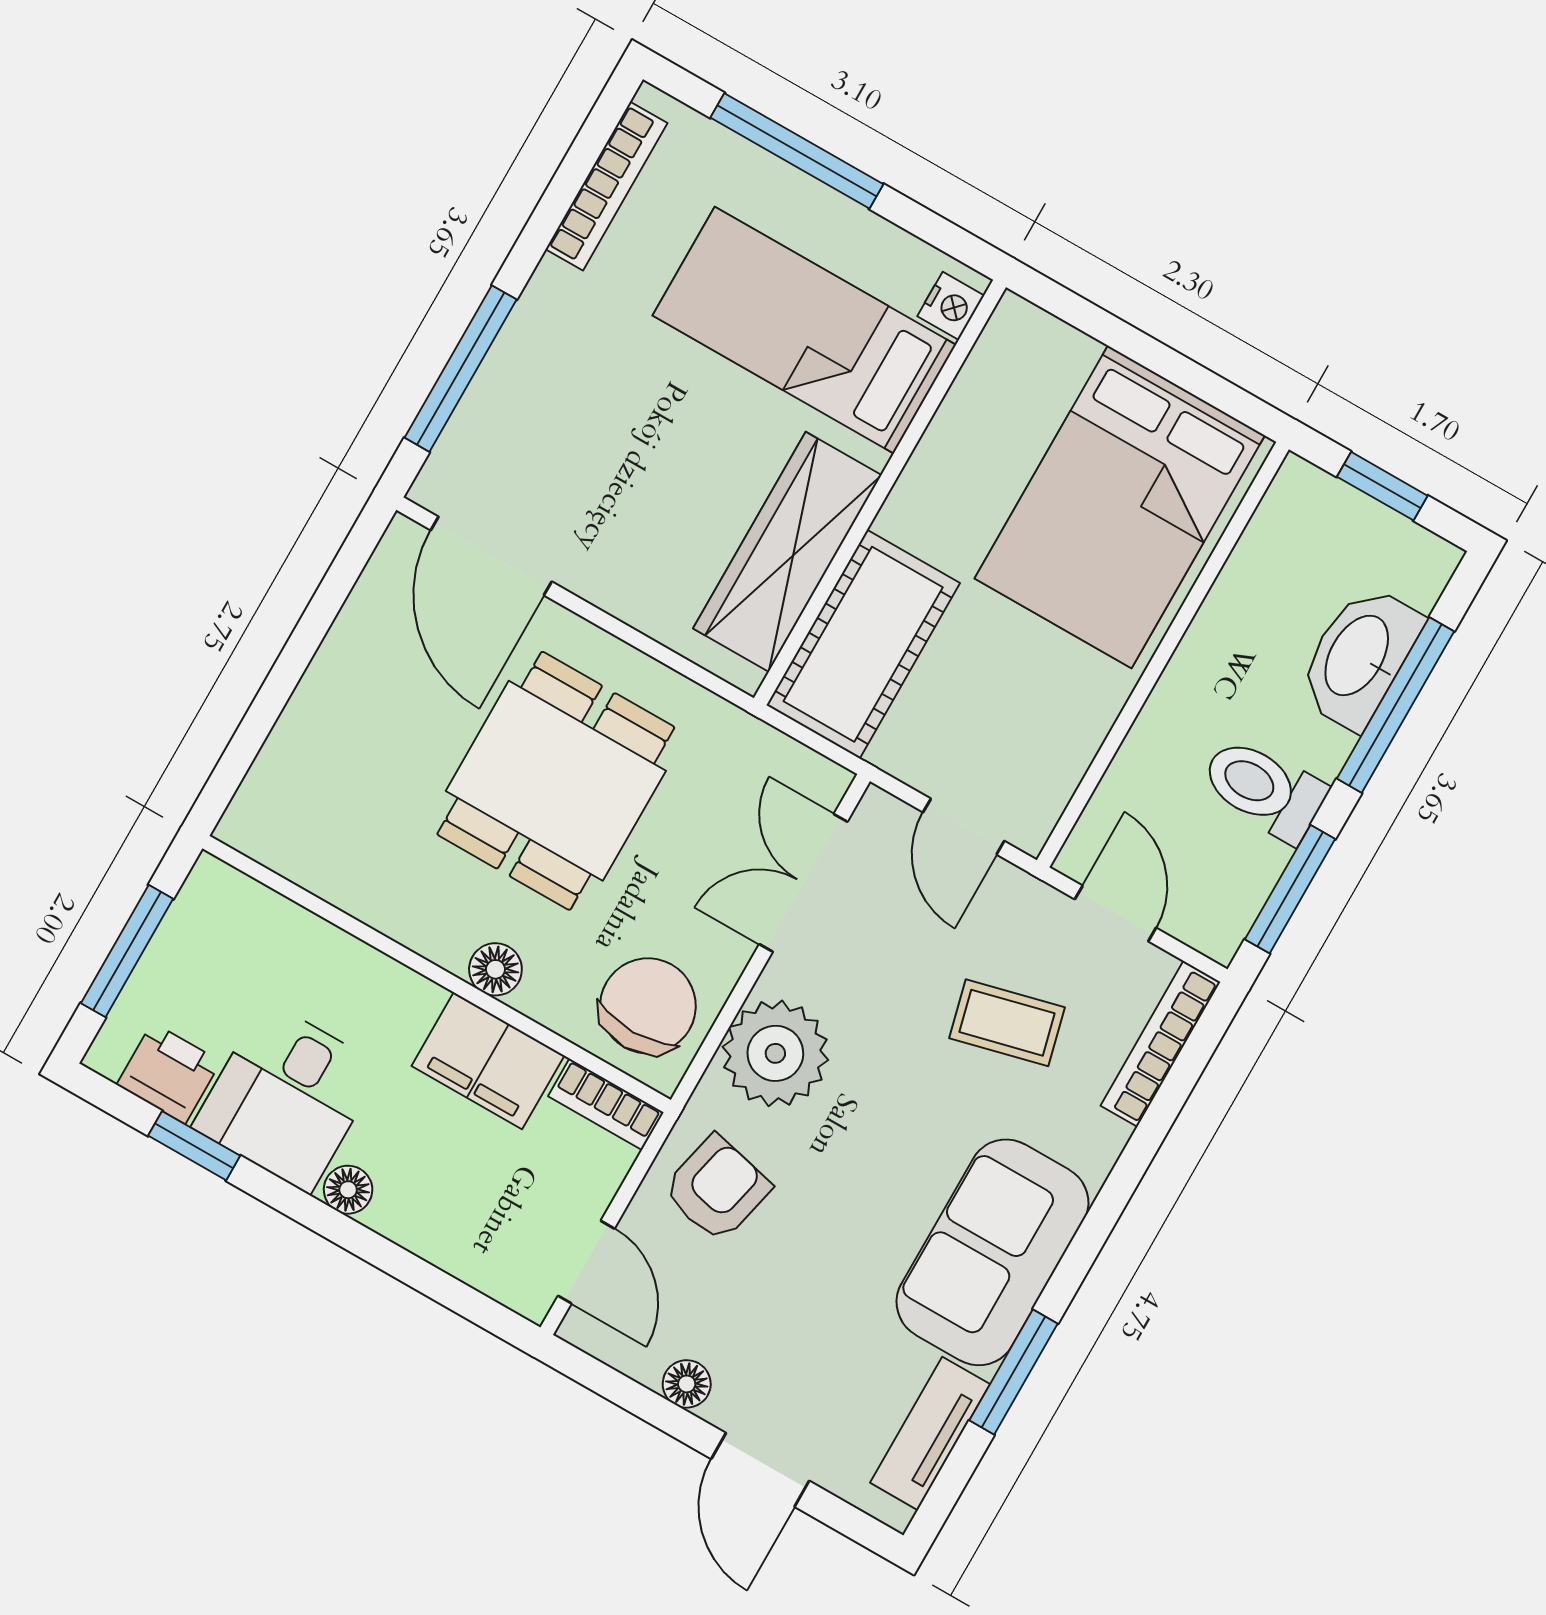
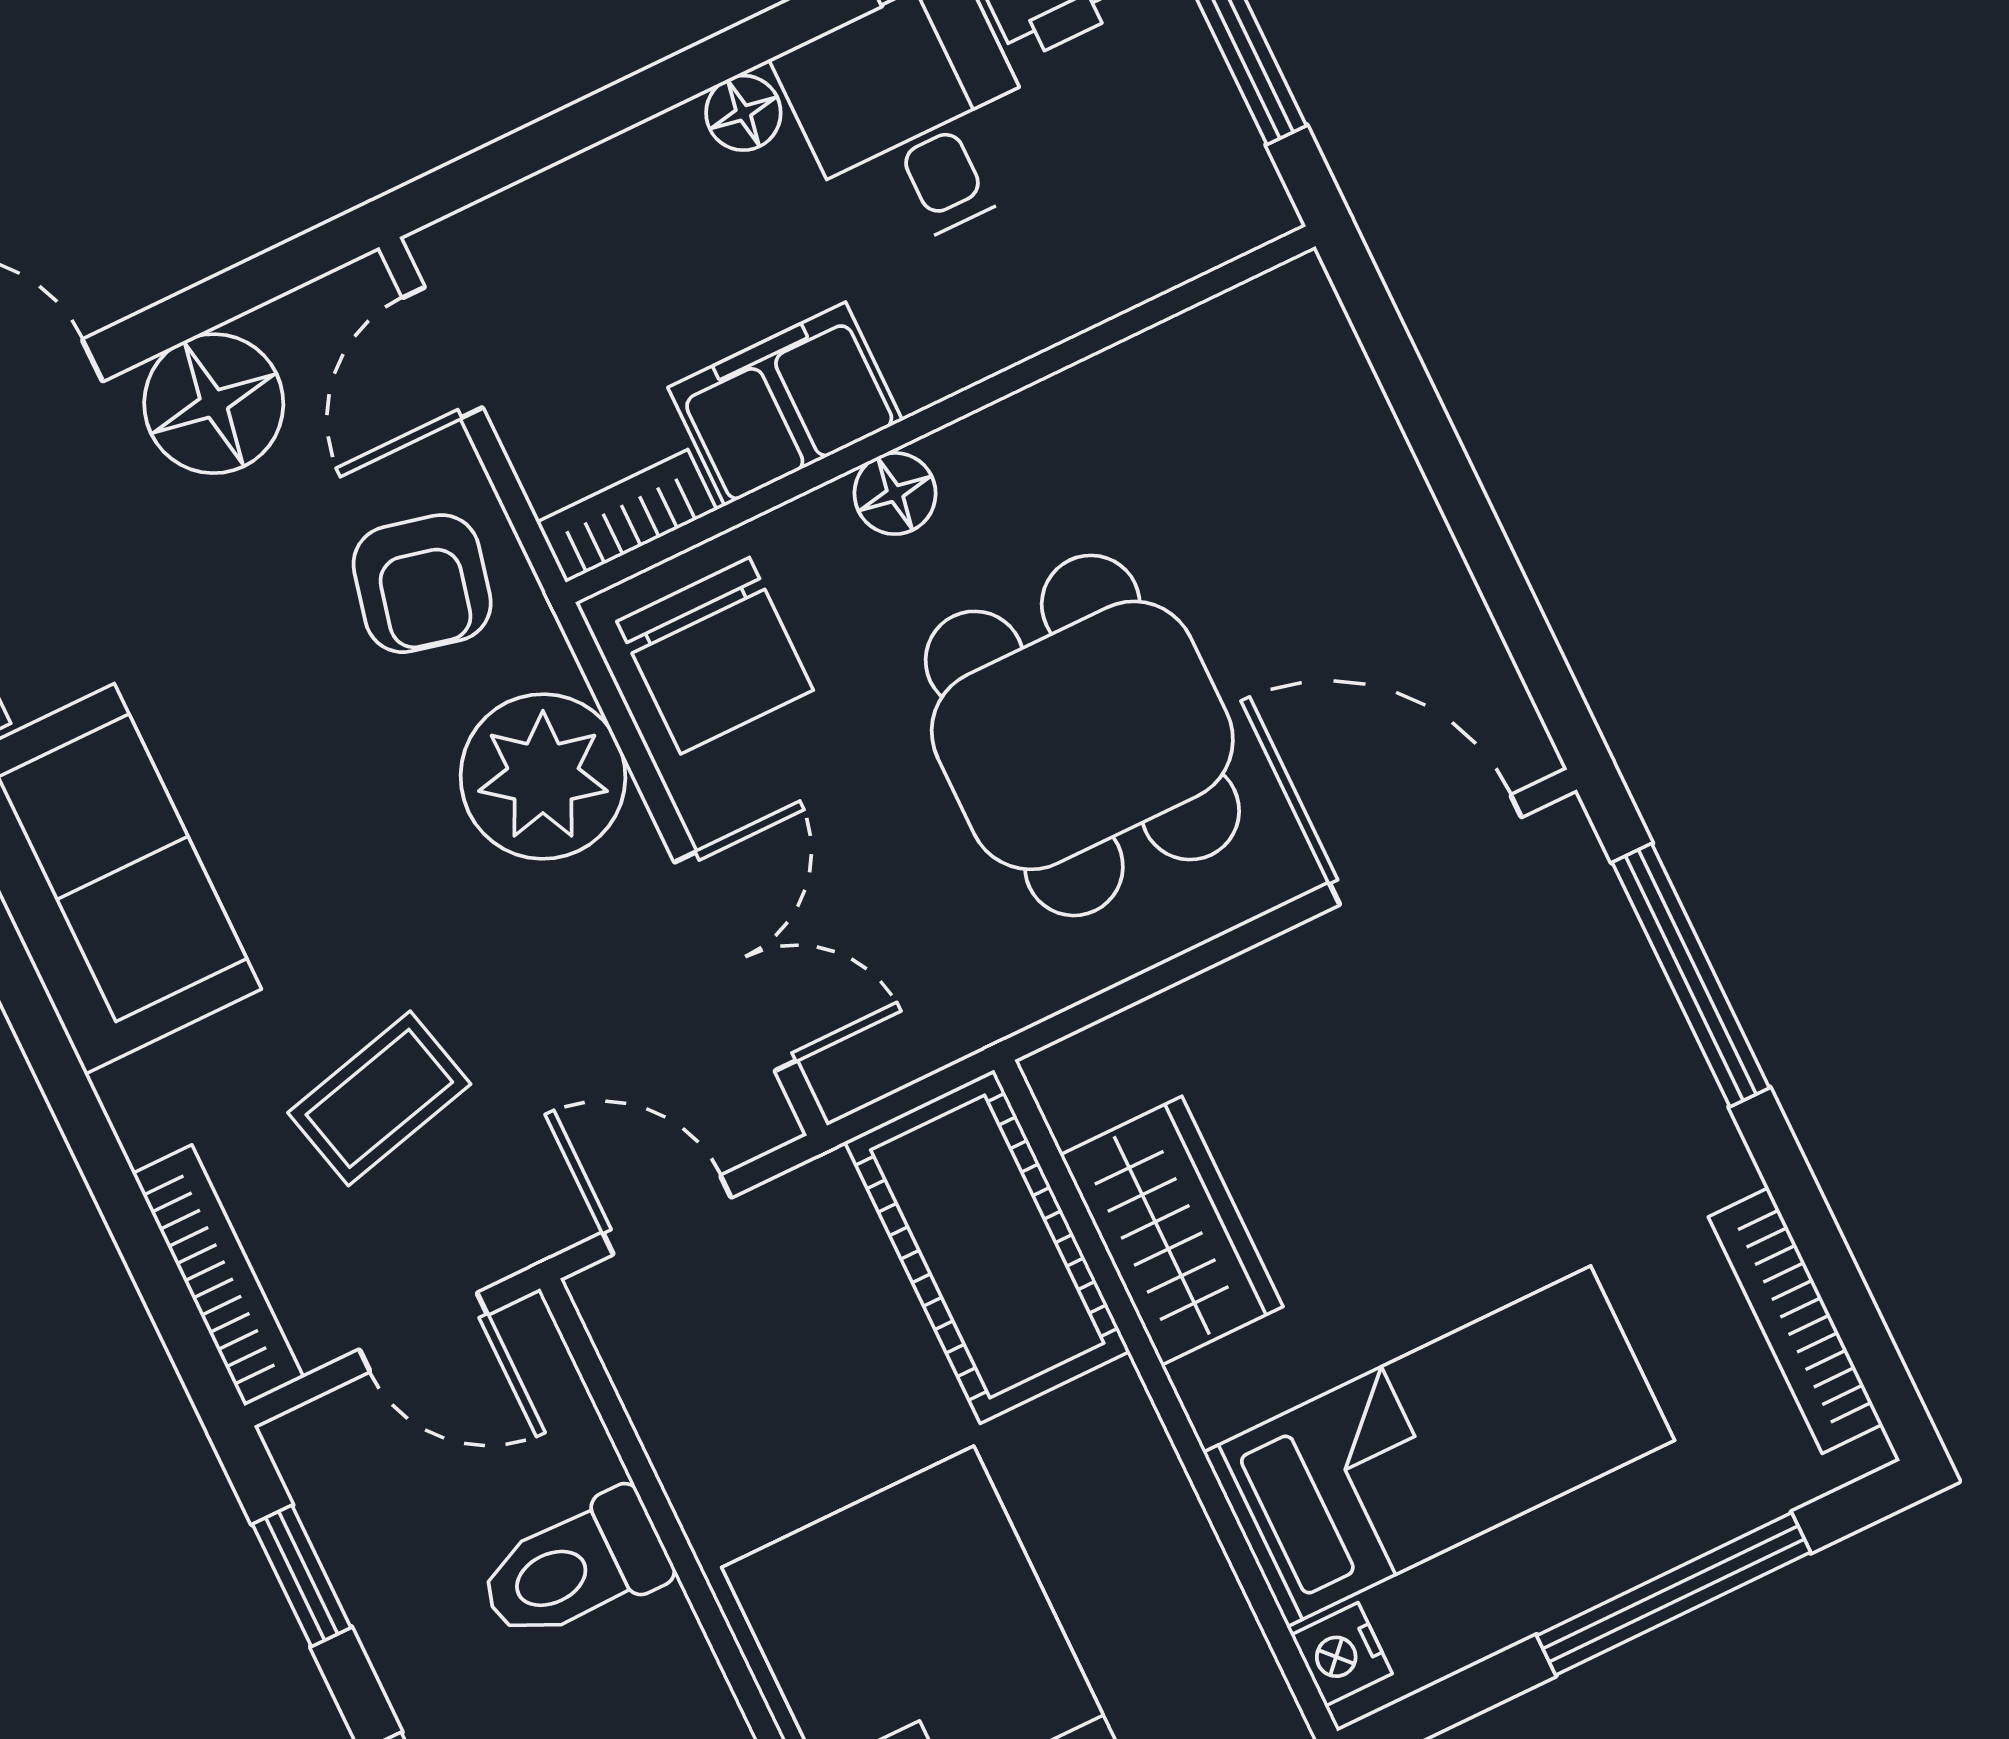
wardrobe: (787, 552) -> (1171, 1231), width x0.67
toilet: (1264, 789) -> (574, 1567), moved, turned 180
window: (1290, 889) -> (302, 1576), width x0.67
door: (586, 1262) -> (443, 353), hinge flipped
floor lamp: (687, 1384) -> (214, 404), width x1.89, depth x1.89

